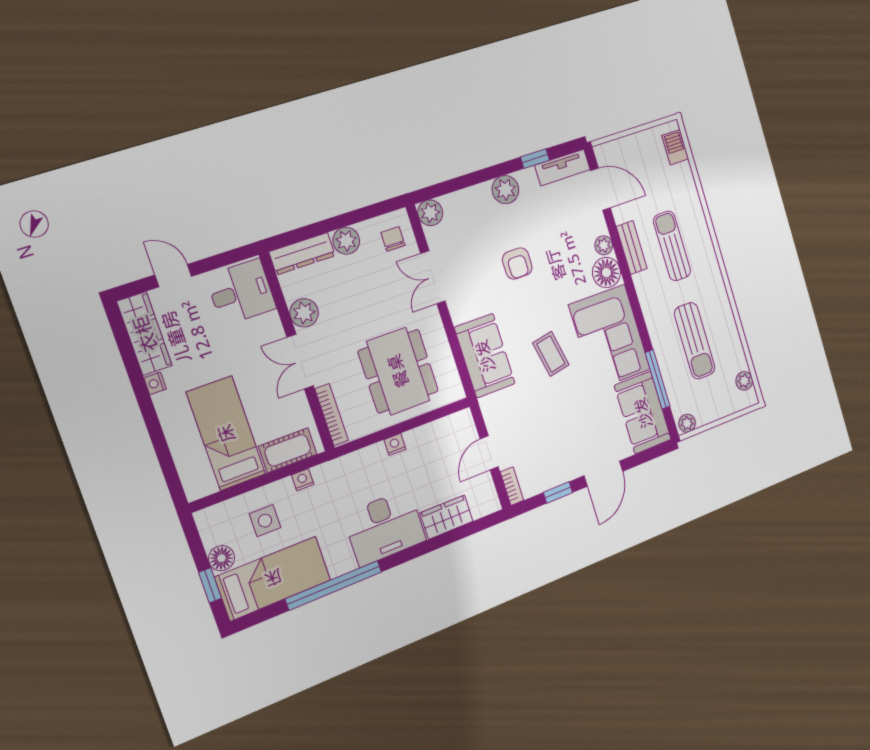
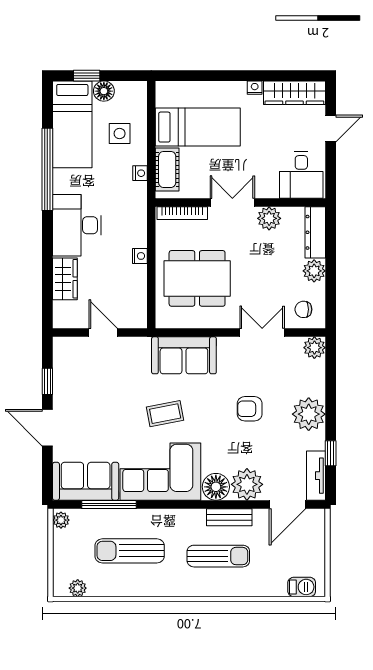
plant: (505, 190) -> (309, 414), width x1.36, depth x1.36
chair: (393, 239) -> (303, 309), turned 180
plant: (604, 245) -> (247, 484), width x1.88, depth x1.88
bookcase: (512, 486) -> (68, 343), removed

